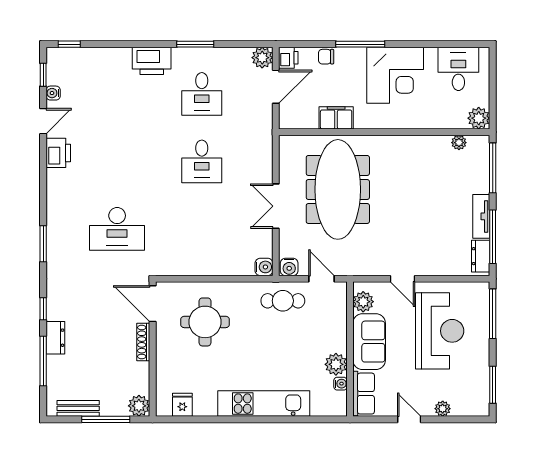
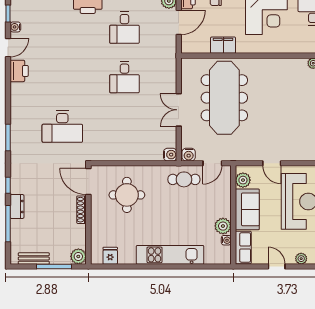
door: (322, 279) -> (212, 163), swing flipped

